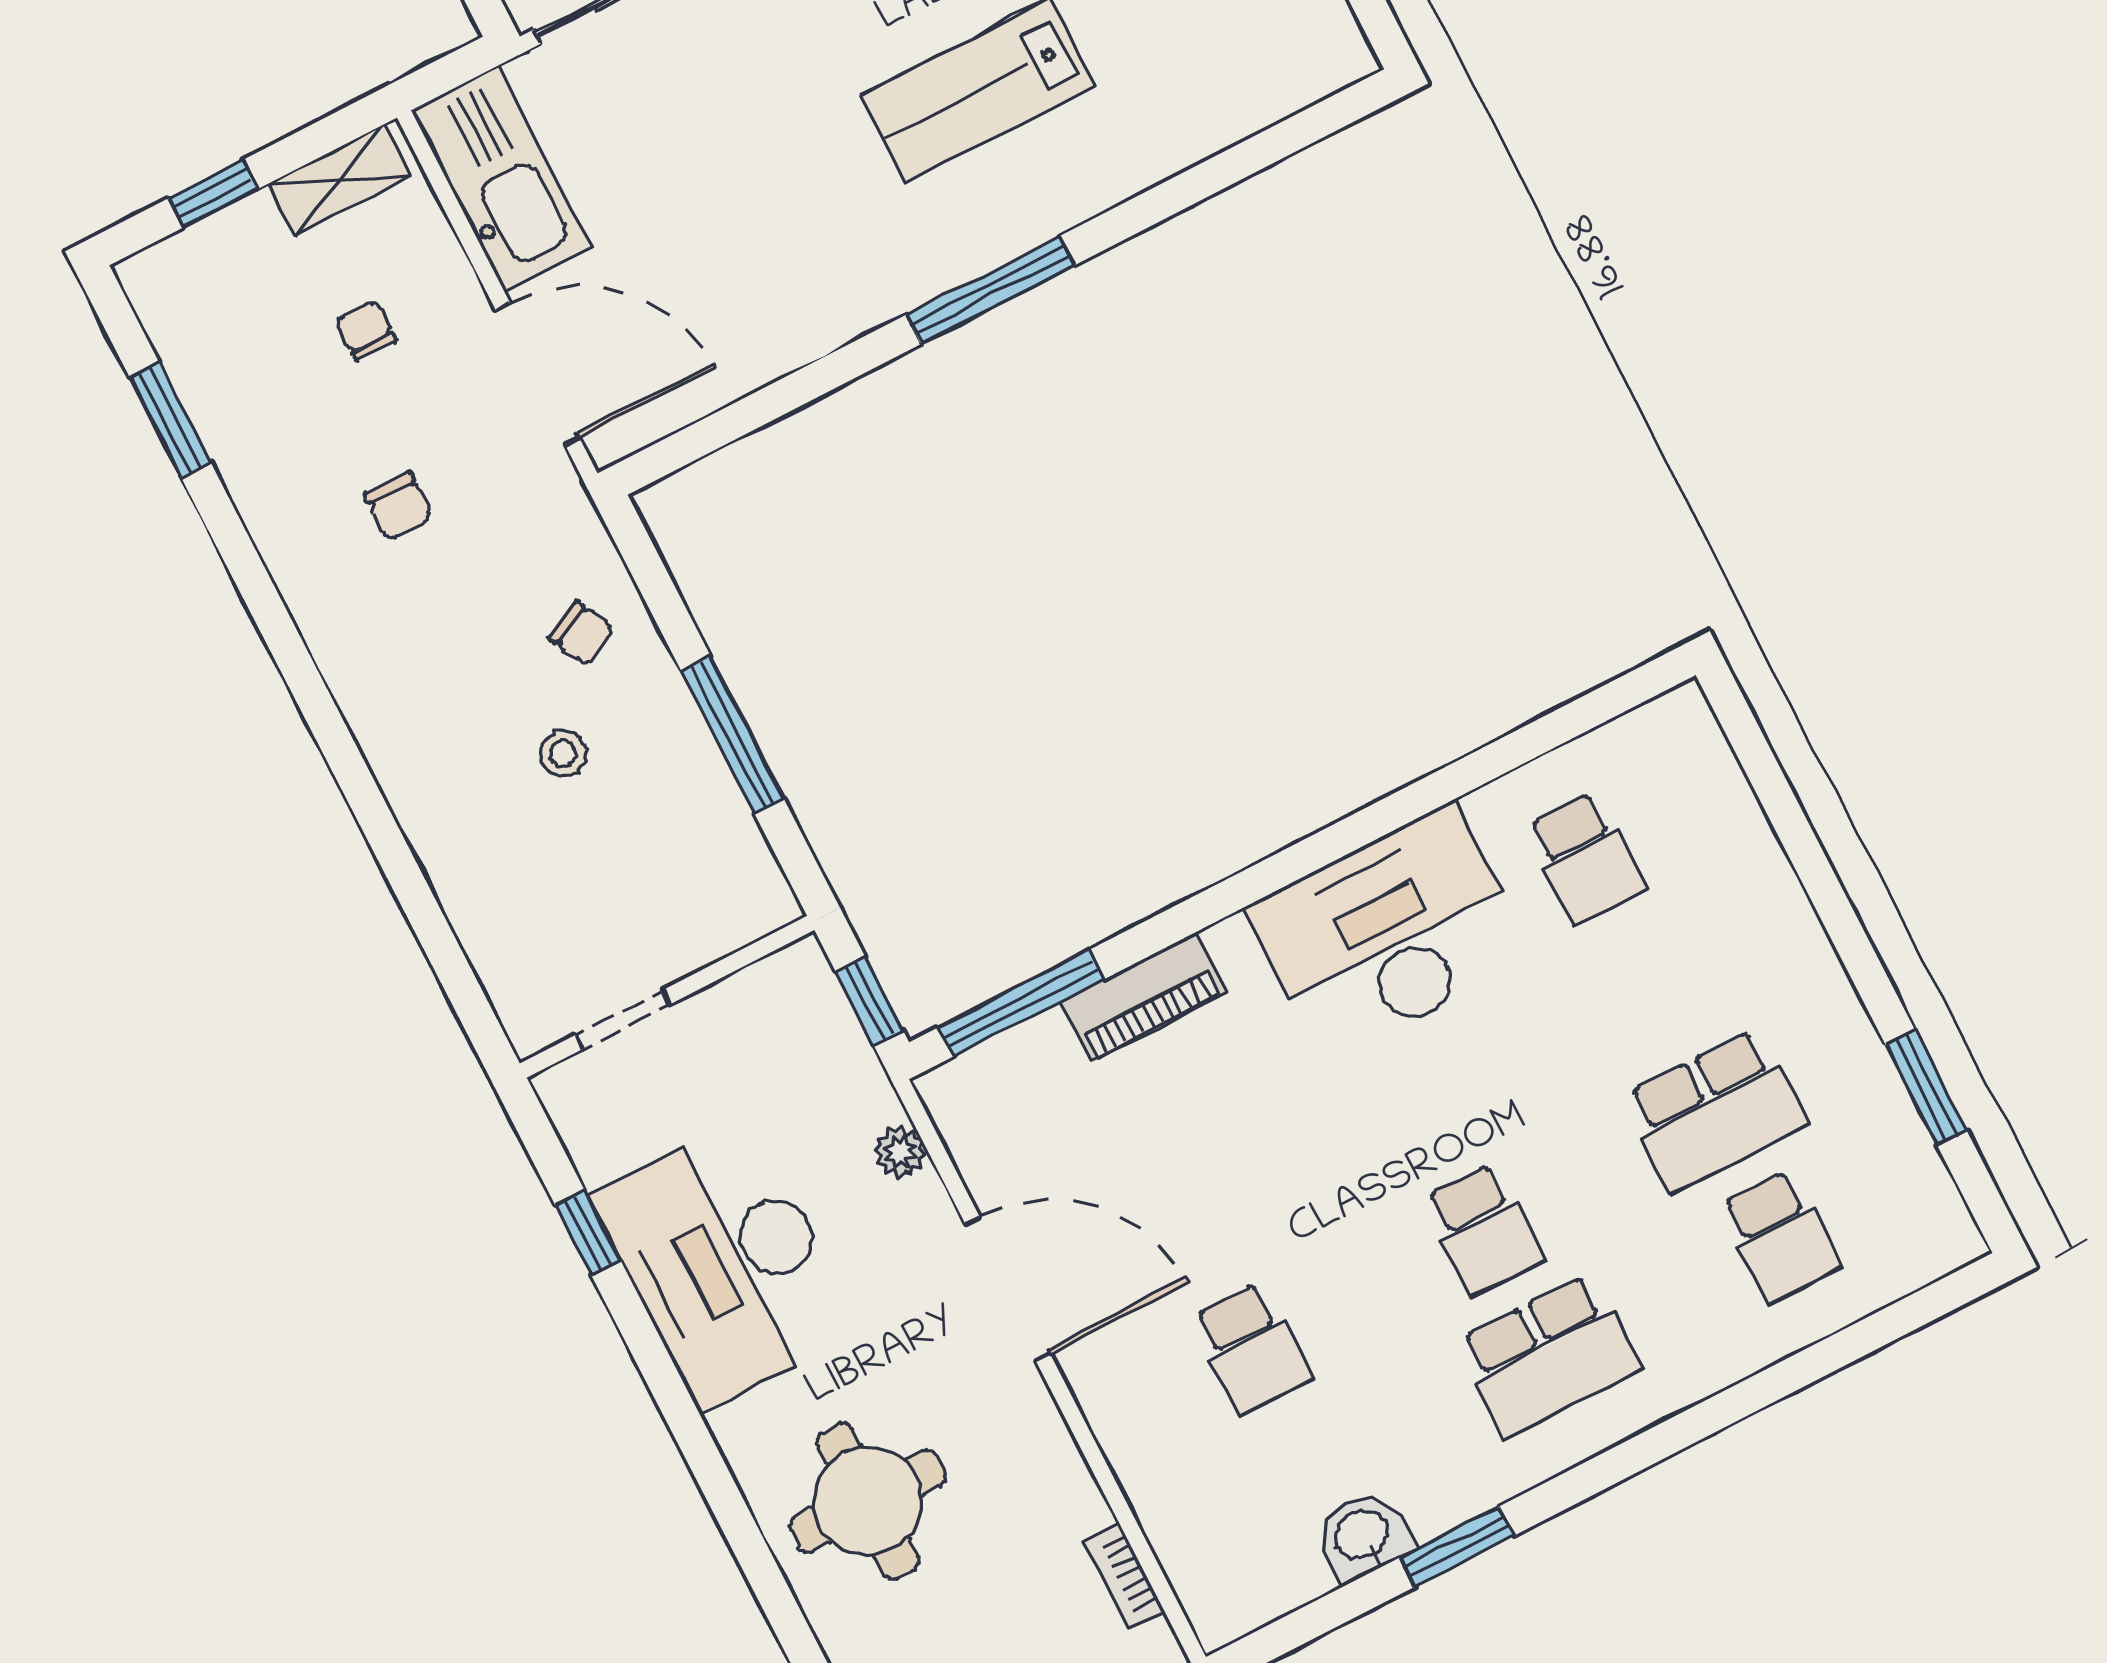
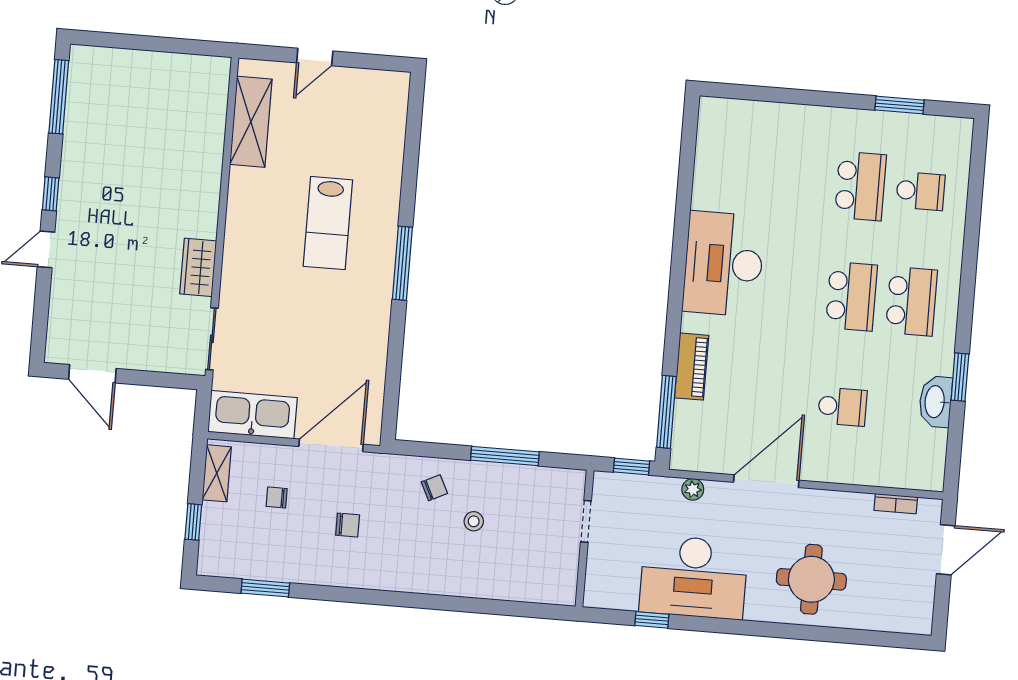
school desk: (1585, 858) -> (740, 176), removed
doorway: (623, 1019) -> (586, 521), moved
school desk: (1483, 1229) -> (851, 296), width x1.85
washbasin: (1363, 1536) -> (936, 402), width x1.38

